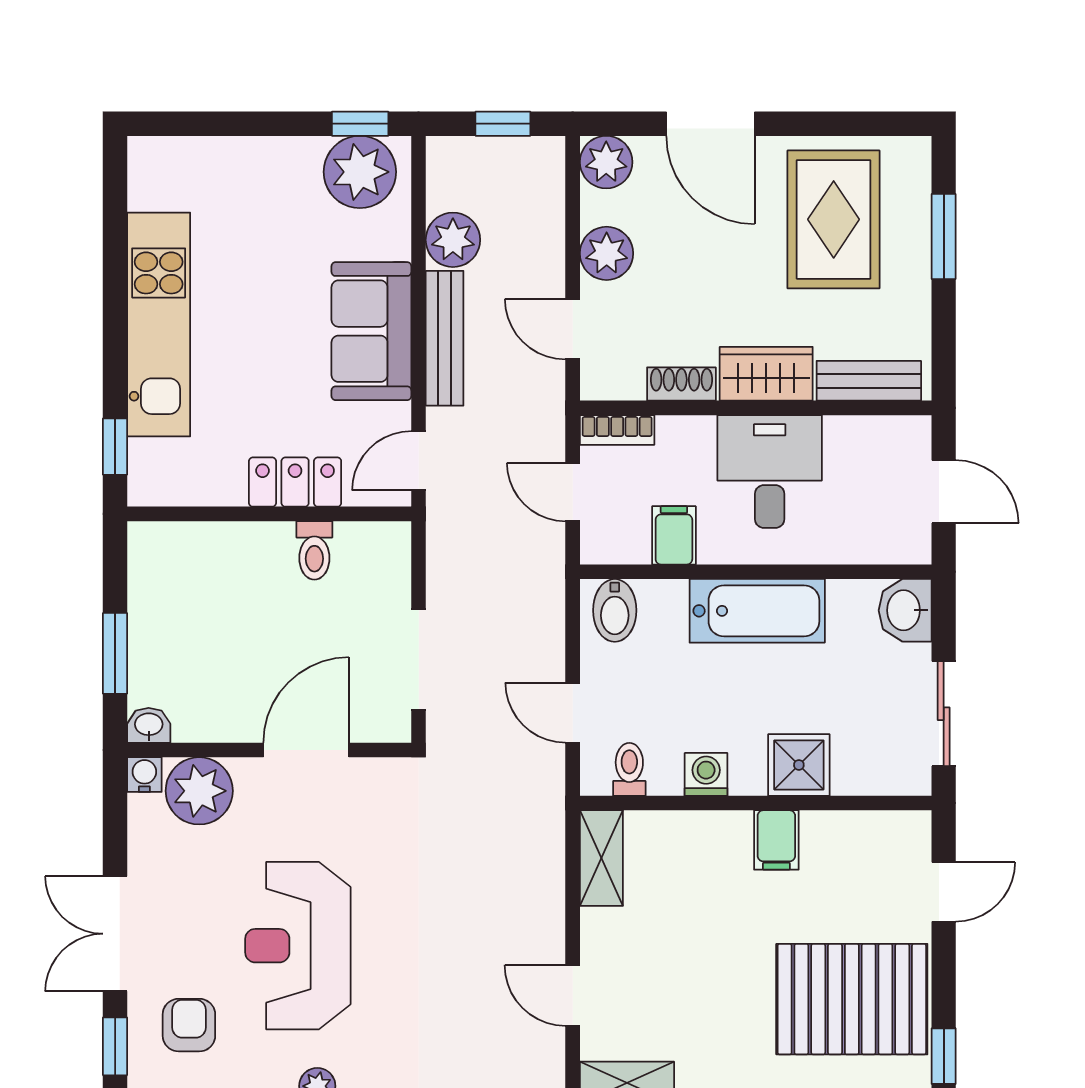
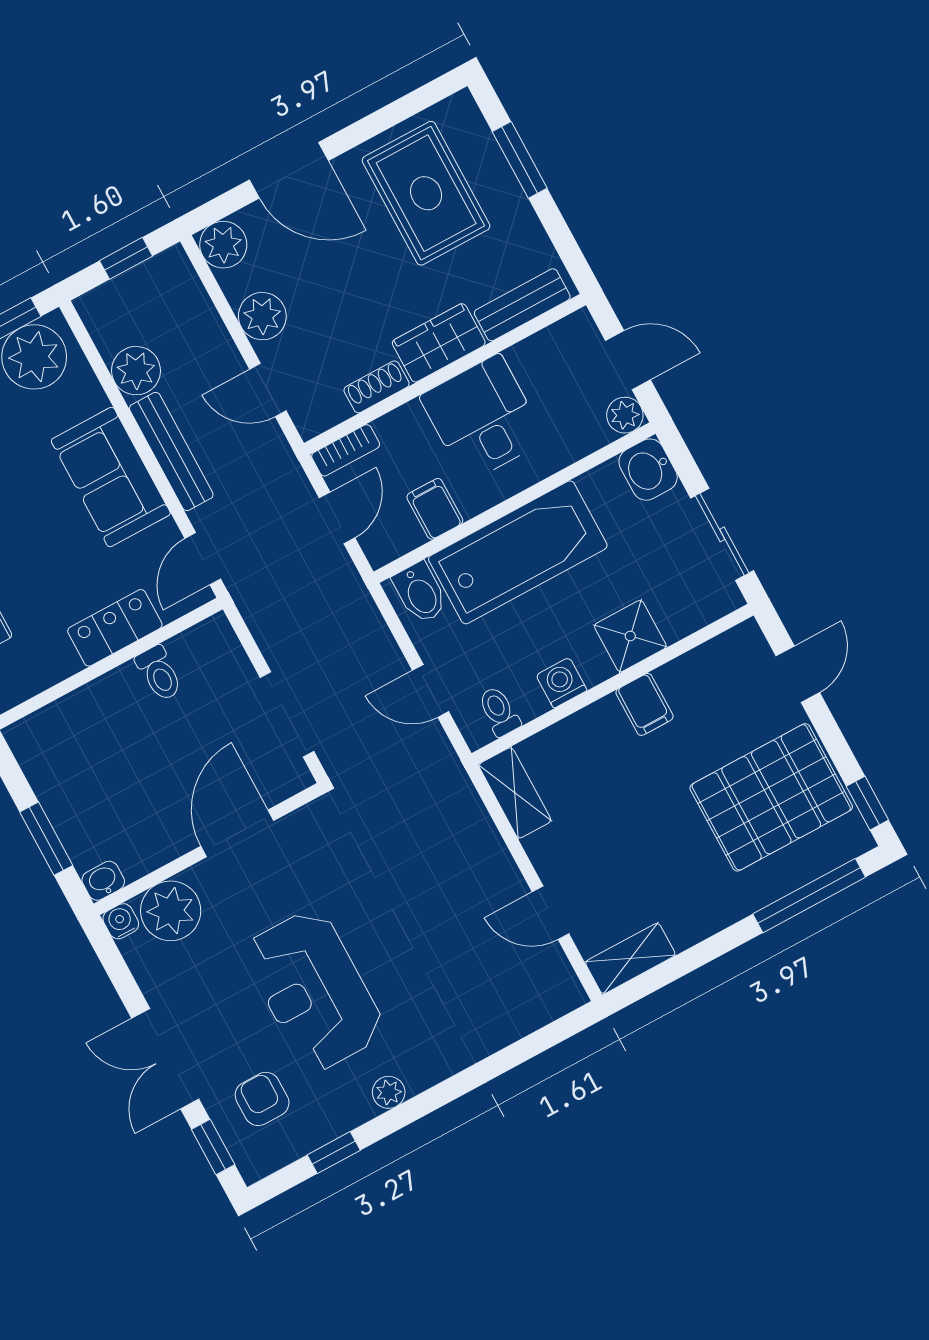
door: (573, 492) -> (337, 518), swing flipped
plant: (911, 544) -> (625, 415), added
bathtub: (757, 611) -> (518, 552), width x1.36, depth x1.36

